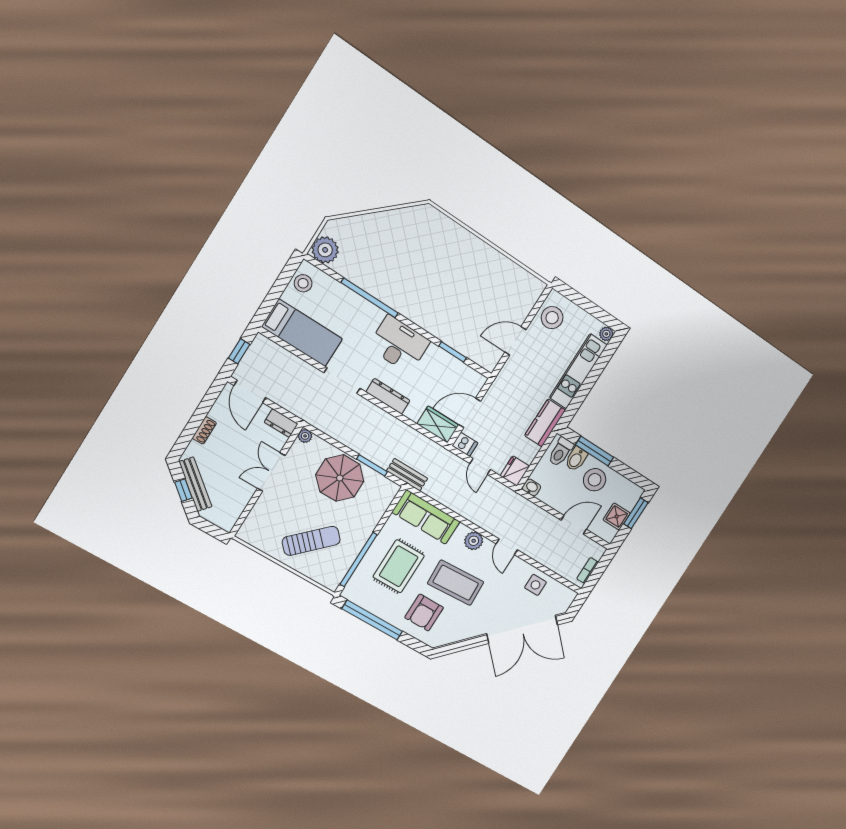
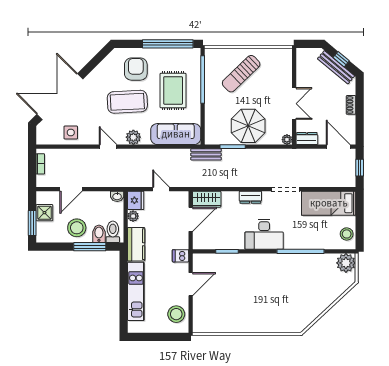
plant: (606, 334) -> (133, 216), moved
dresser: (388, 396) -> (250, 197), width x0.70
dishwasher: (465, 444) -> (181, 256), moved

